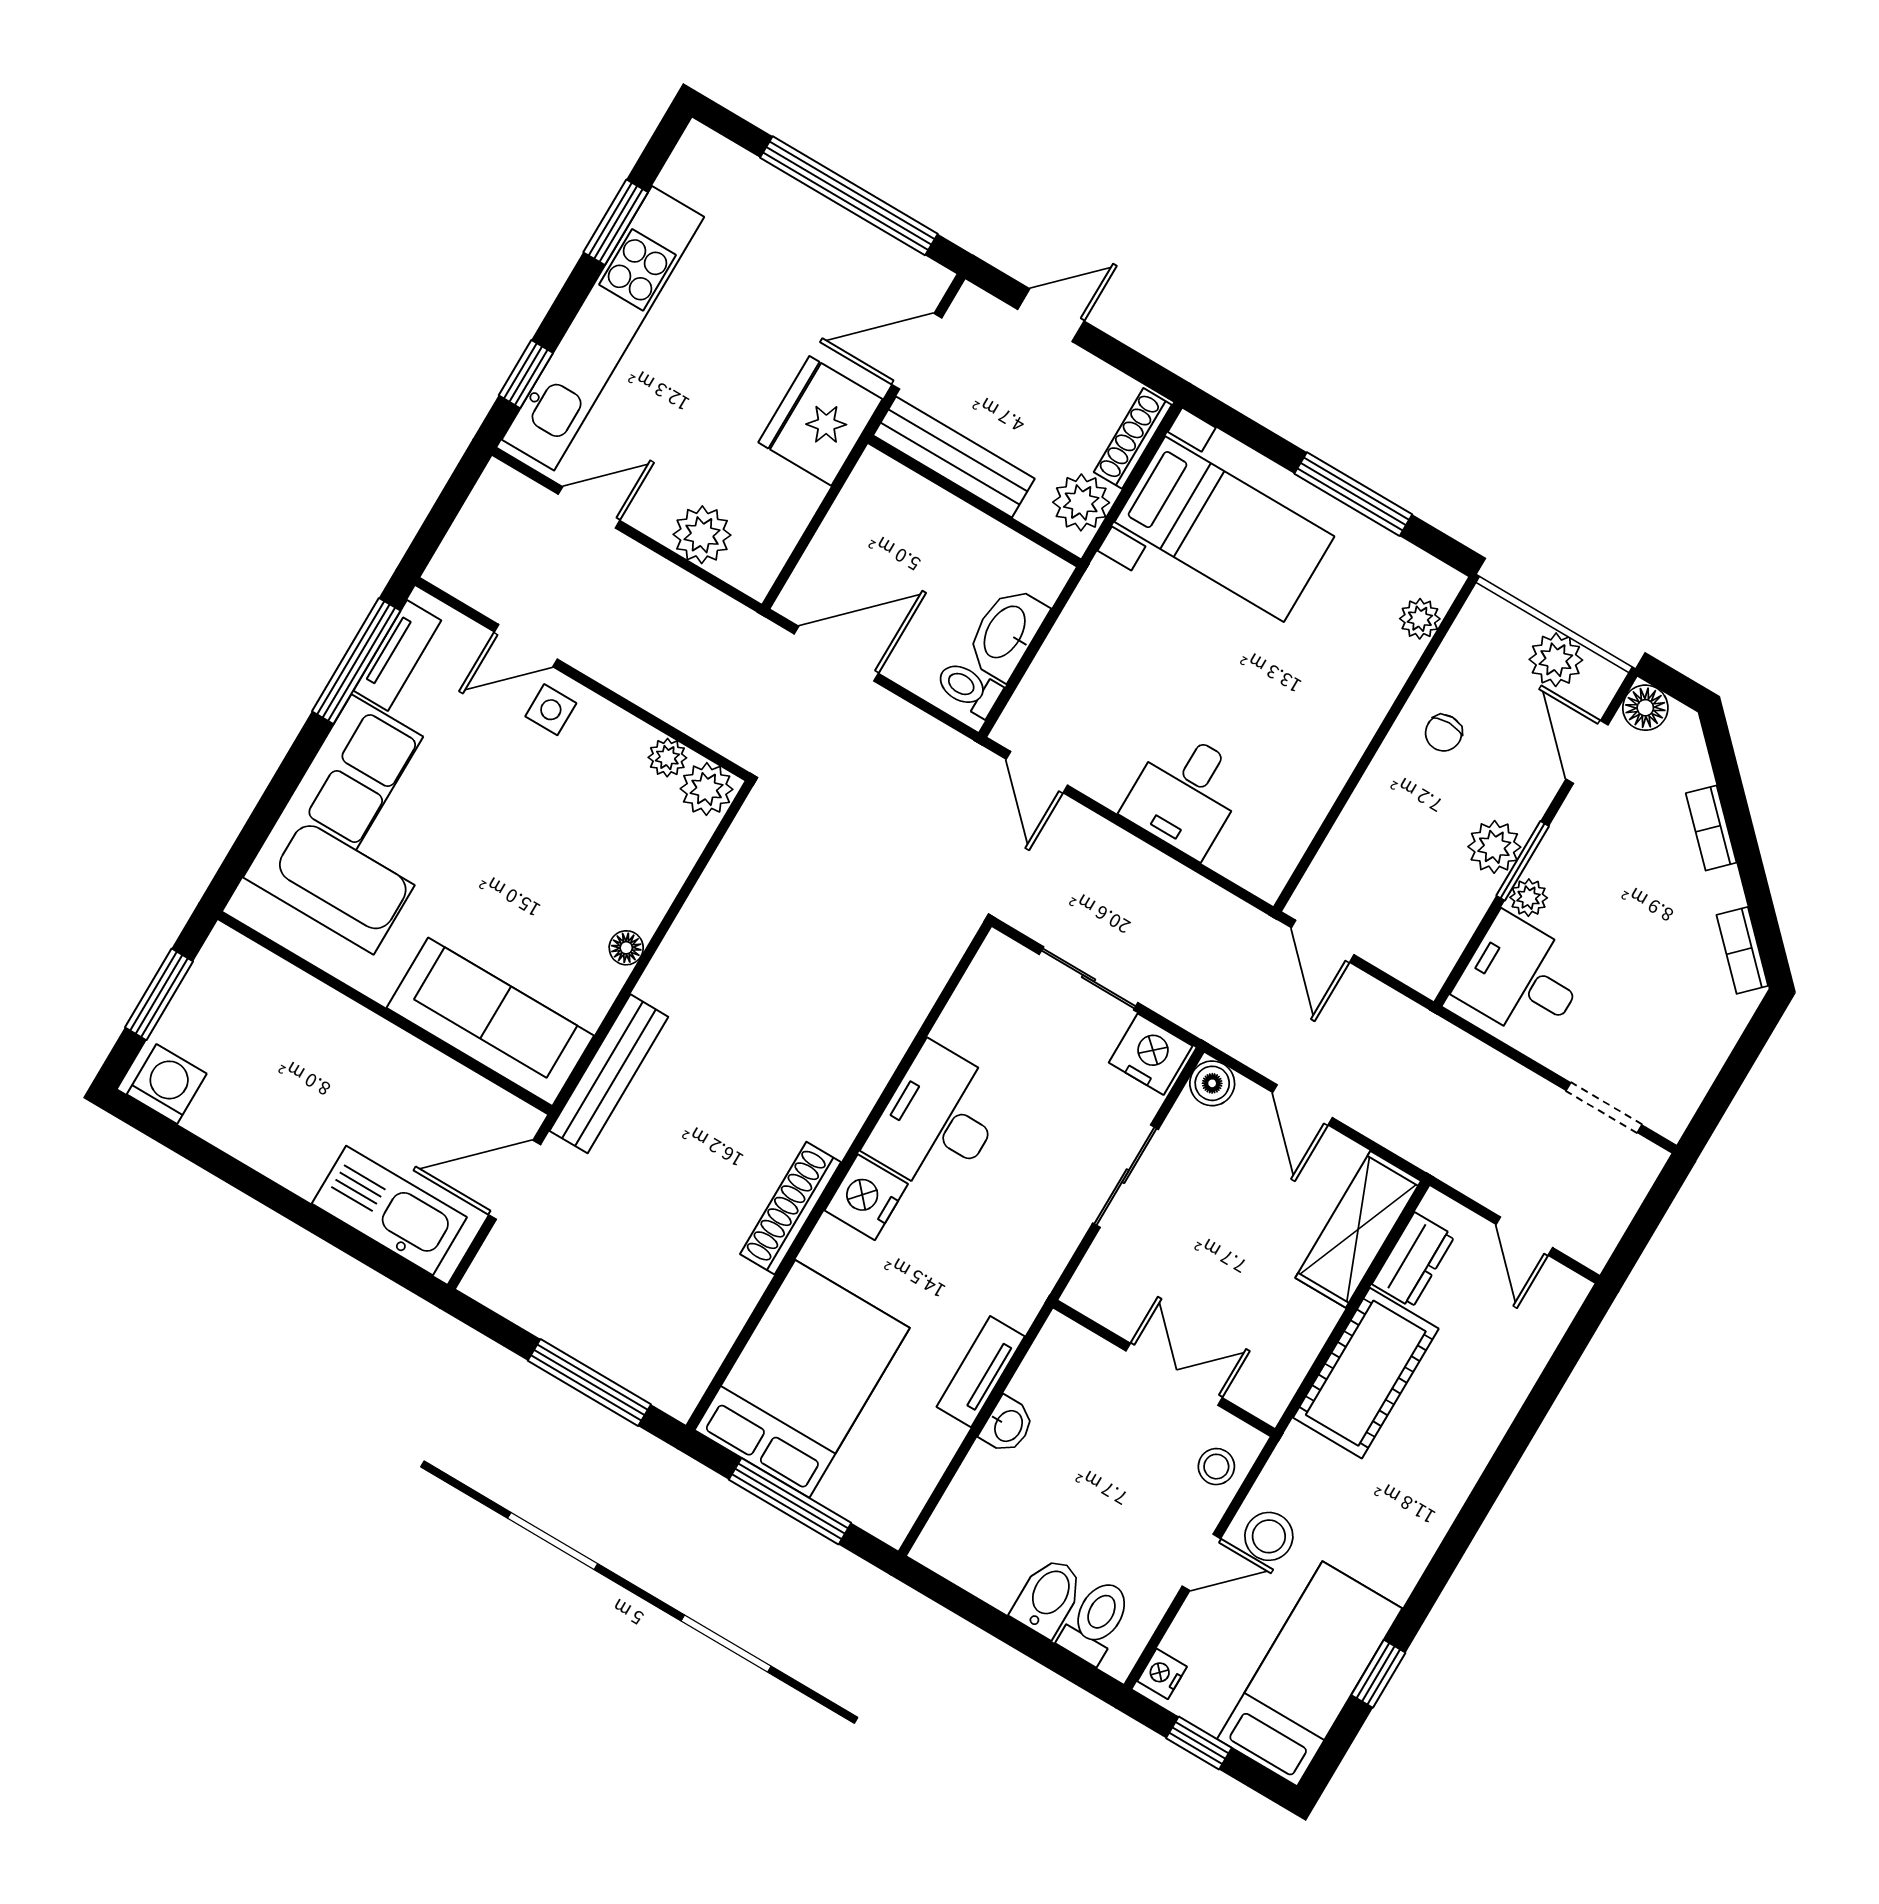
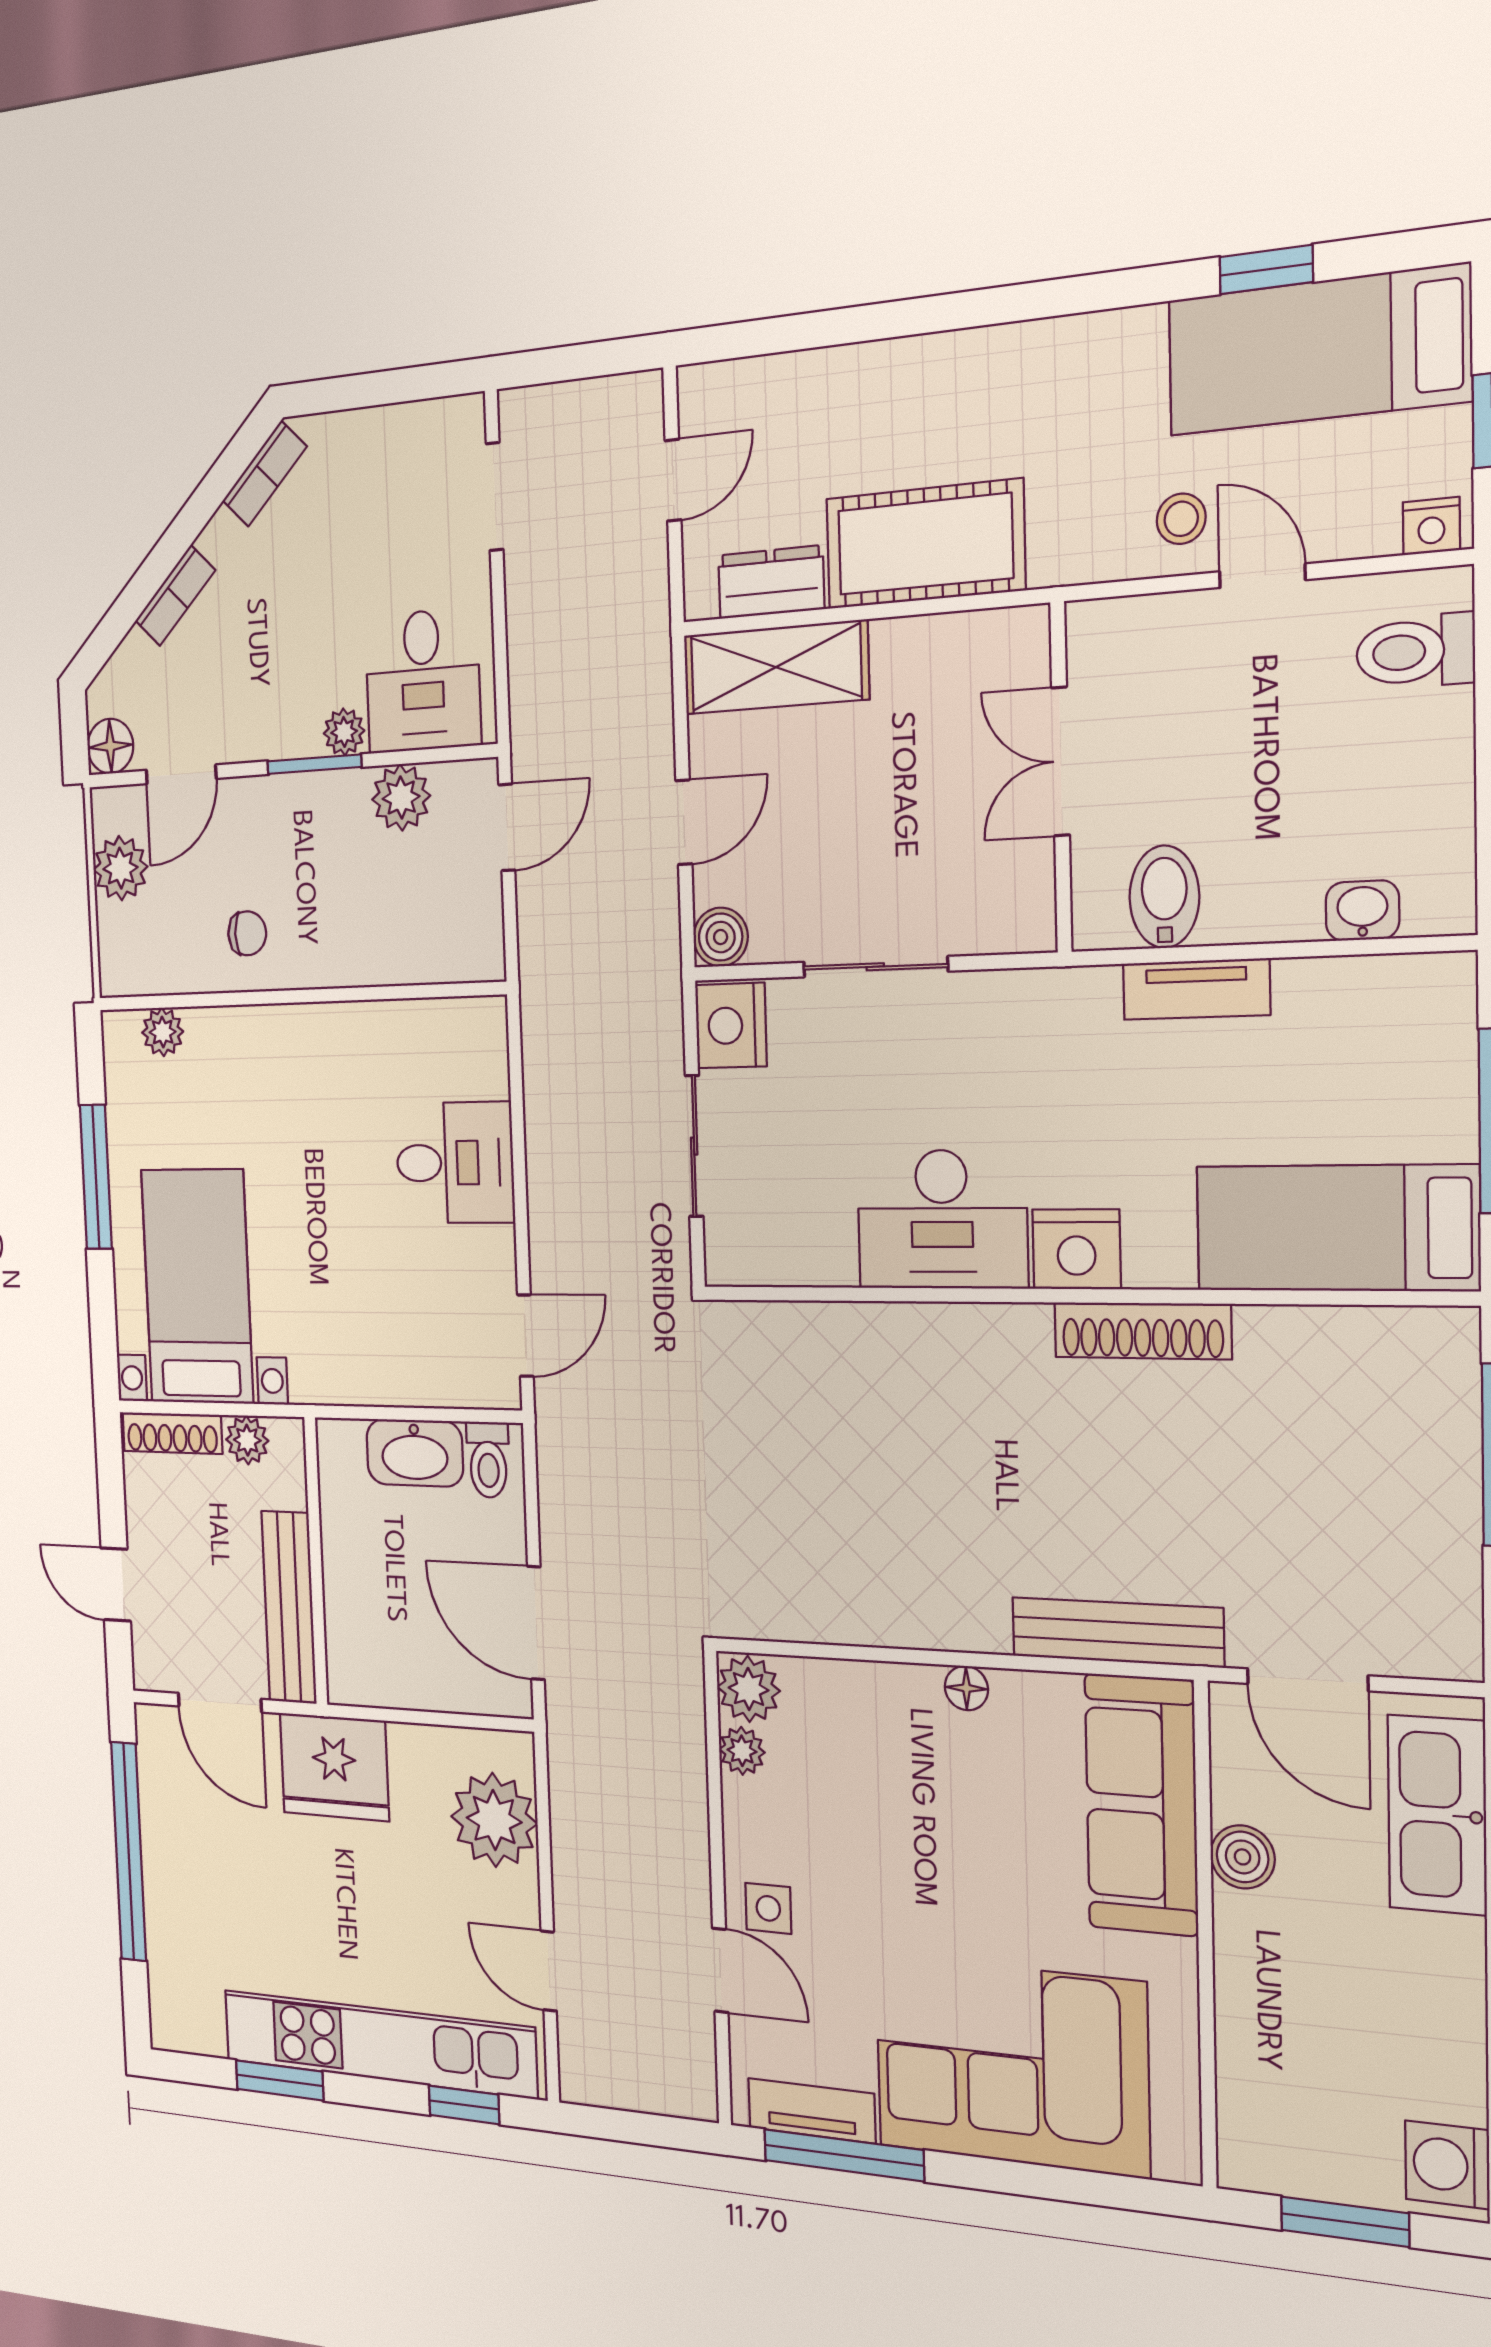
plant: (1081, 502) -> (247, 1440), width x0.73, depth x0.73
plant: (702, 535) -> (494, 1820), width x1.36, depth x1.36
plant: (1494, 847) -> (401, 798), moved
door: (1323, 941) -> (507, 827), moved
boiler: (424, 1069) -> (1243, 1857), added
bed: (802, 1379) -> (1337, 1228), width x0.67
washbasin: (1008, 1425) -> (1362, 911), moved
stool: (1216, 1467) -> (1137, 638), removed
stool: (1269, 1536) -> (1181, 519), width x0.73, depth x0.73
bidet: (1048, 1597) -> (1164, 897), moved, turned 90

